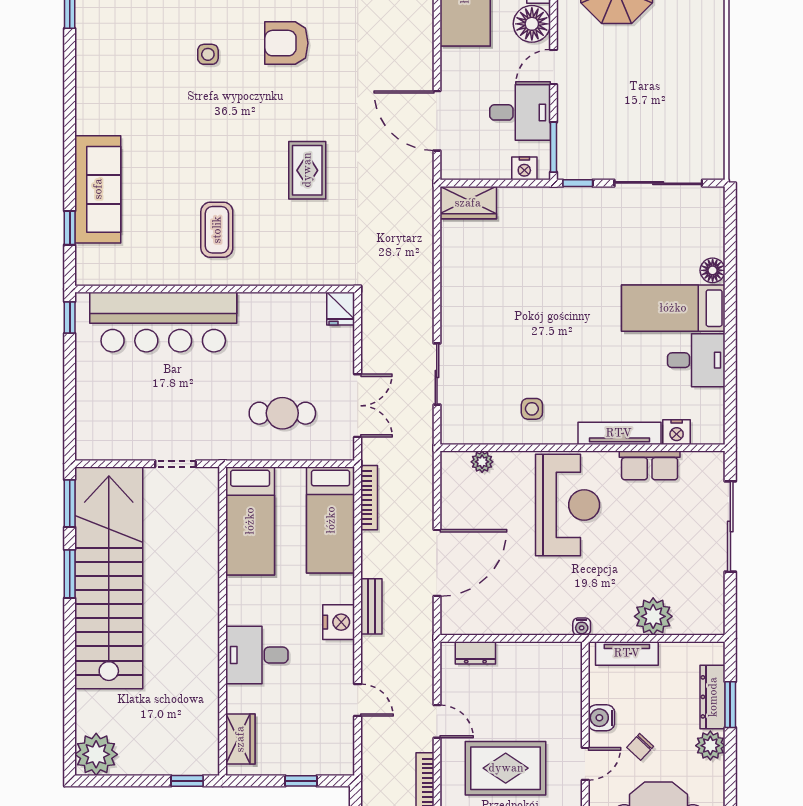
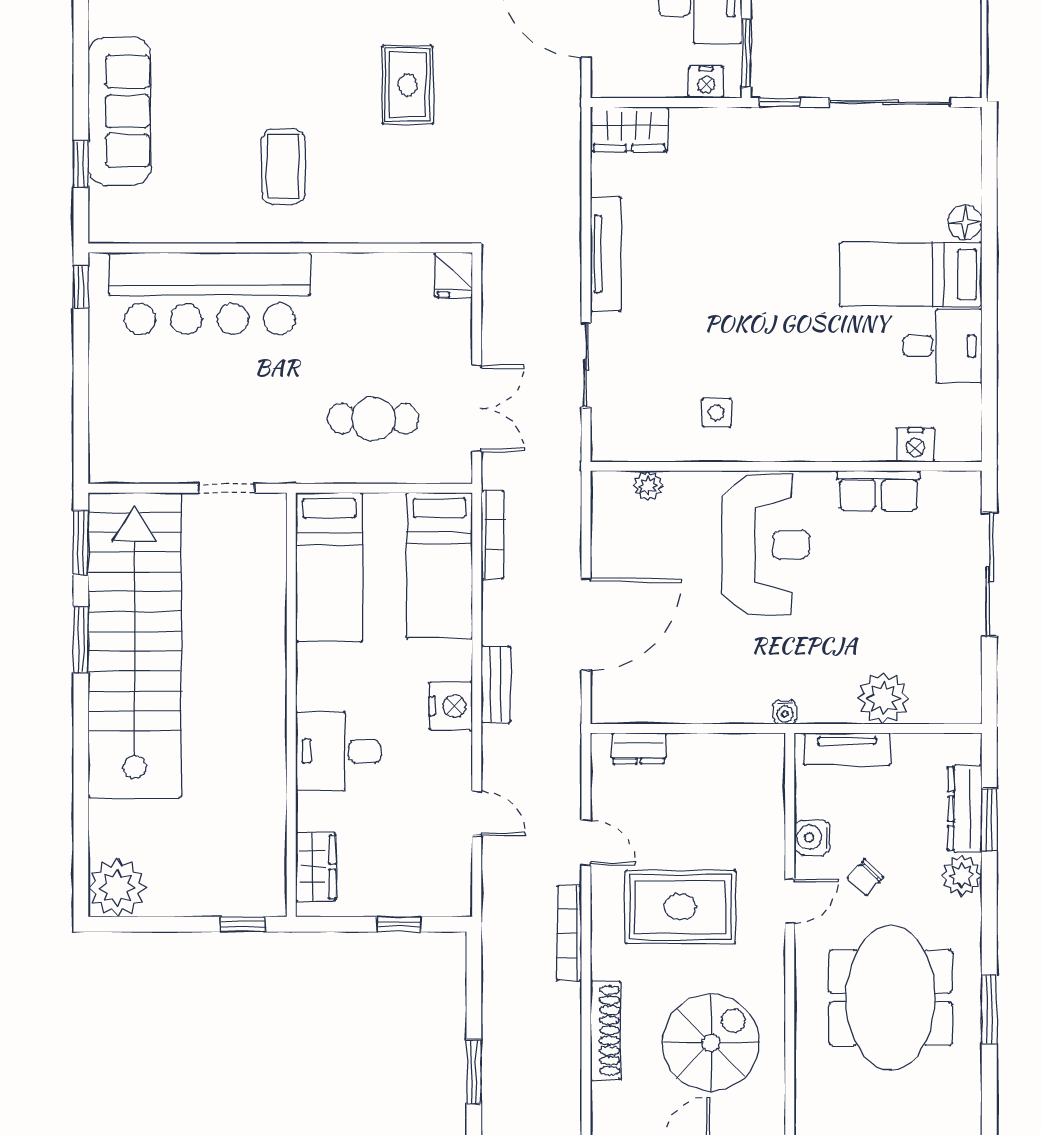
tv unit: (619, 433) -> (606, 254), moved, turned 90

